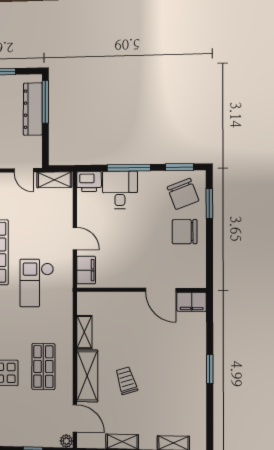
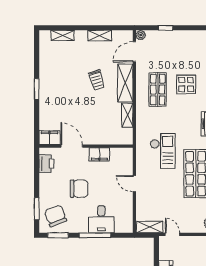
printer: (89, 182) -> (46, 164), moved, turned 90
chair: (185, 232) -> (79, 189), moved
filing cabinet: (86, 270) -> (99, 154), moved, turned -90
door: (75, 418) -> (134, 52), hinge flipped

